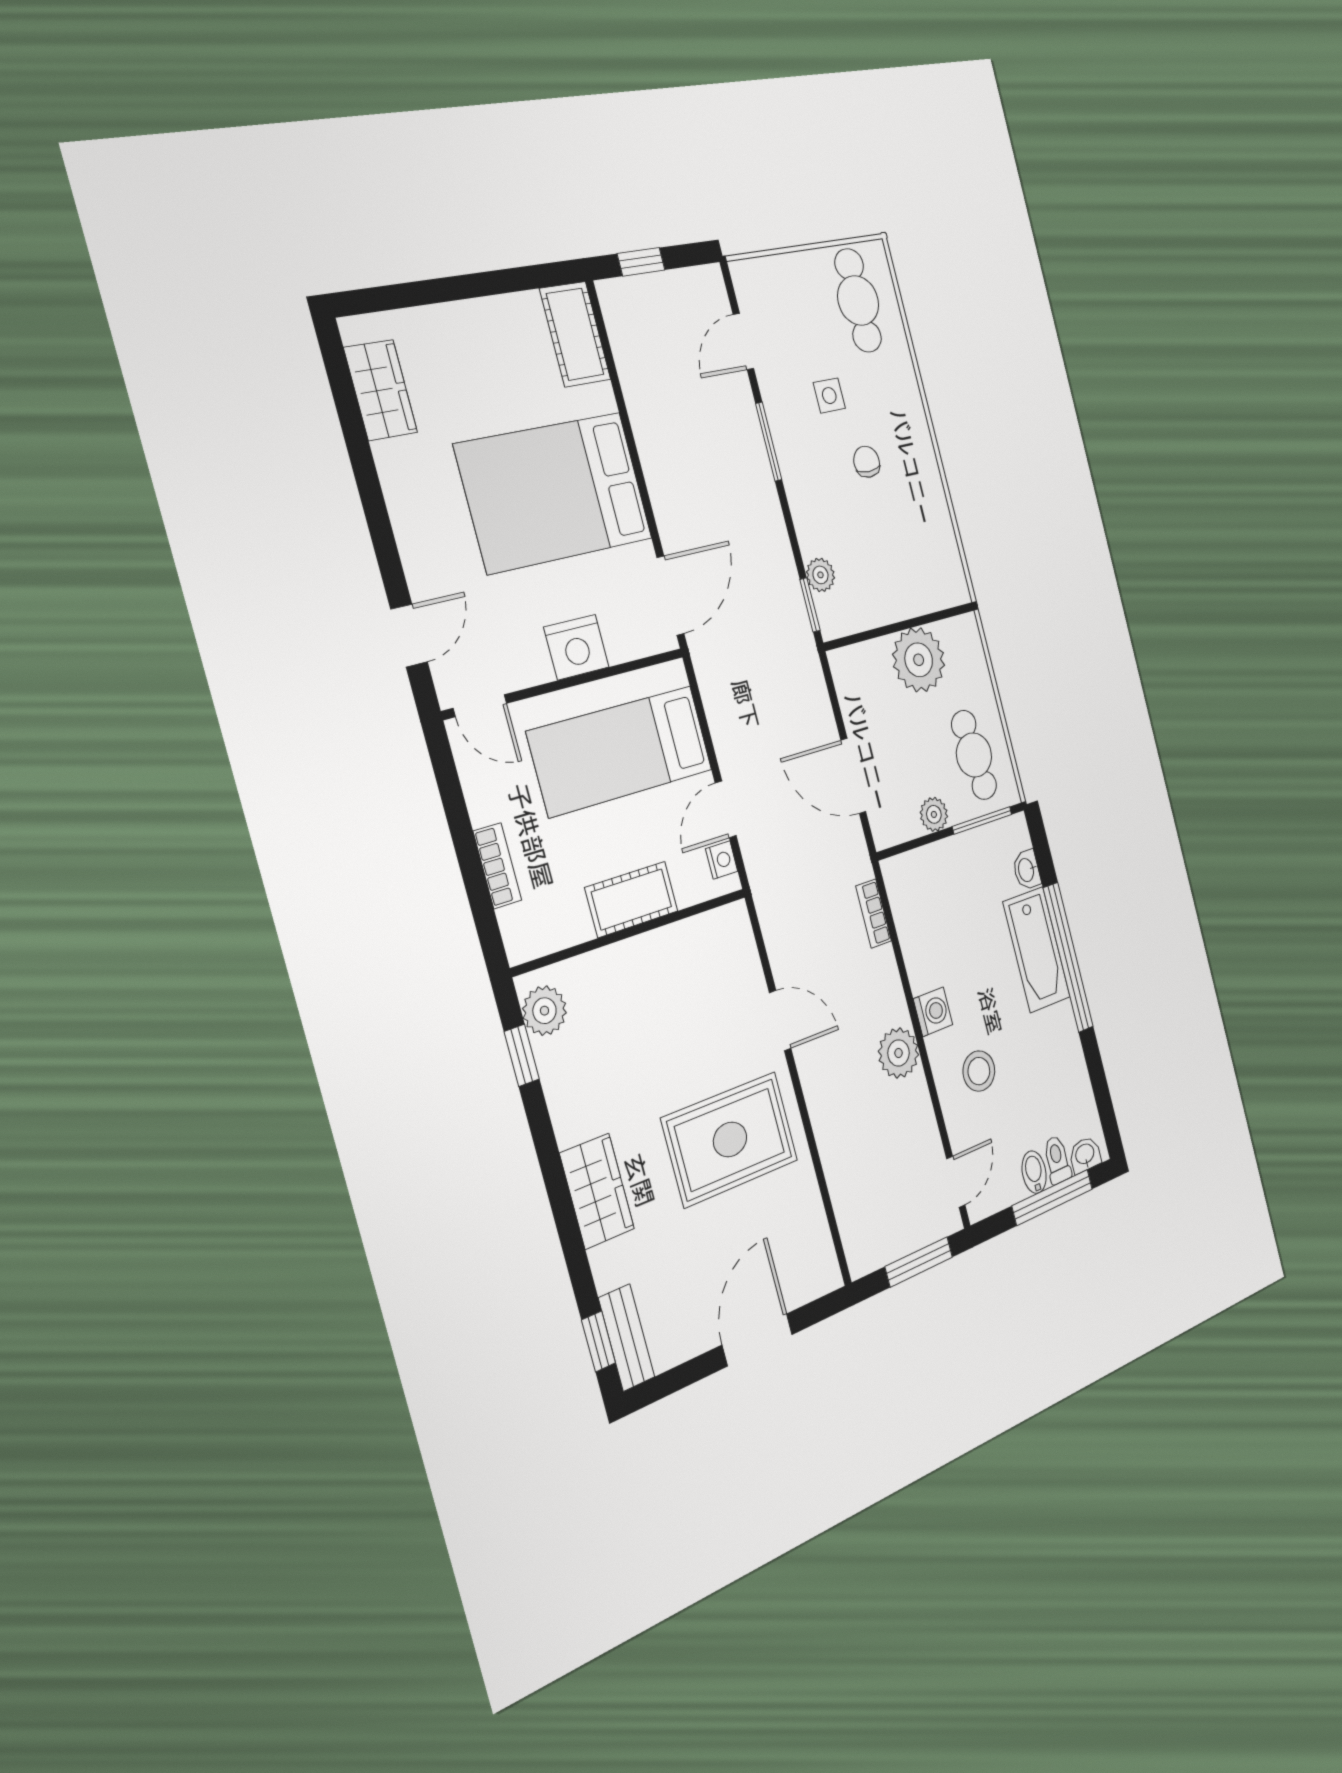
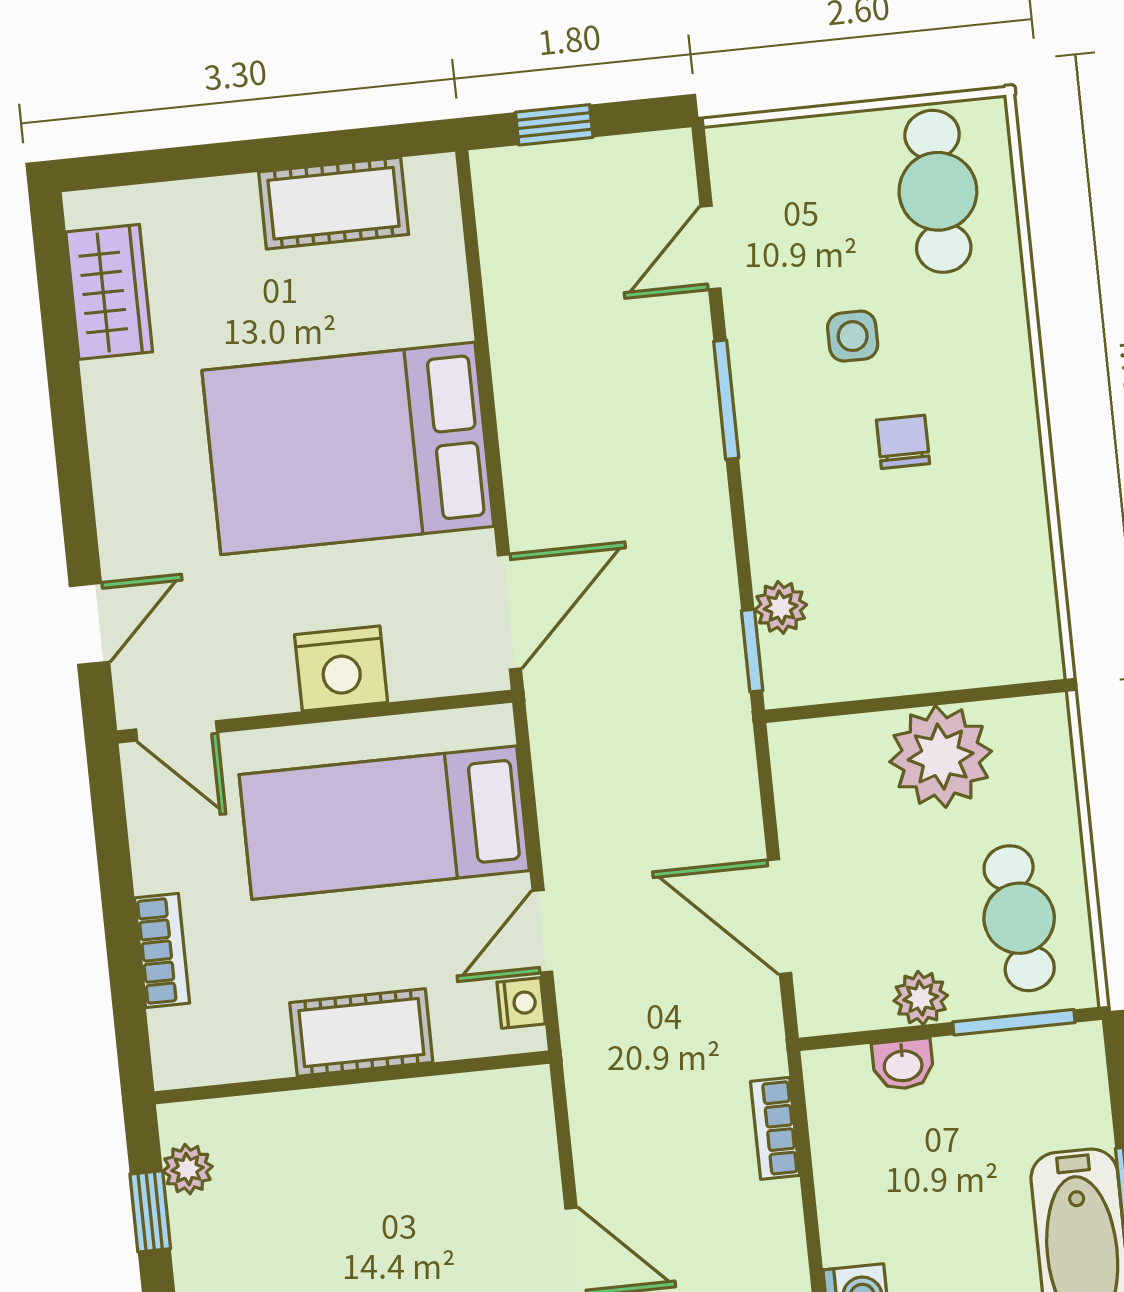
cot: (575, 334) -> (334, 203), moved, turned 90
washbasin: (1027, 870) -> (903, 1064), moved, turned -90
plant: (544, 1011) -> (188, 1169), width x0.73, depth x0.73

